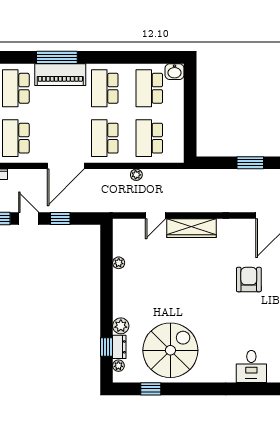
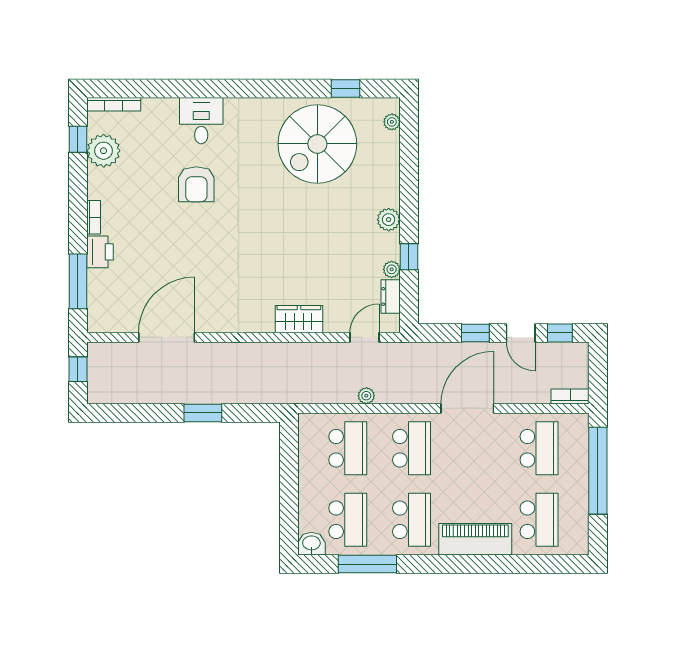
window: (57, 57) -> (367, 564), moved
door: (156, 215) -> (364, 337), moved
wardrobe: (191, 228) -> (299, 319), width x0.67
armchair: (249, 280) -> (196, 184), moved
plant: (121, 326) -> (389, 220), moved
window: (107, 347) -> (409, 257), moved
dresser: (119, 347) -> (391, 296), moved

